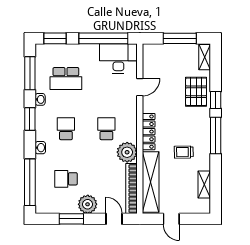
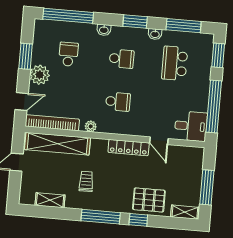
desk: (118, 58) -> (191, 126), width x0.73
locker: (149, 132) -> (129, 148), moved
plant: (127, 152) -> (91, 126), width x0.53, depth x0.53

